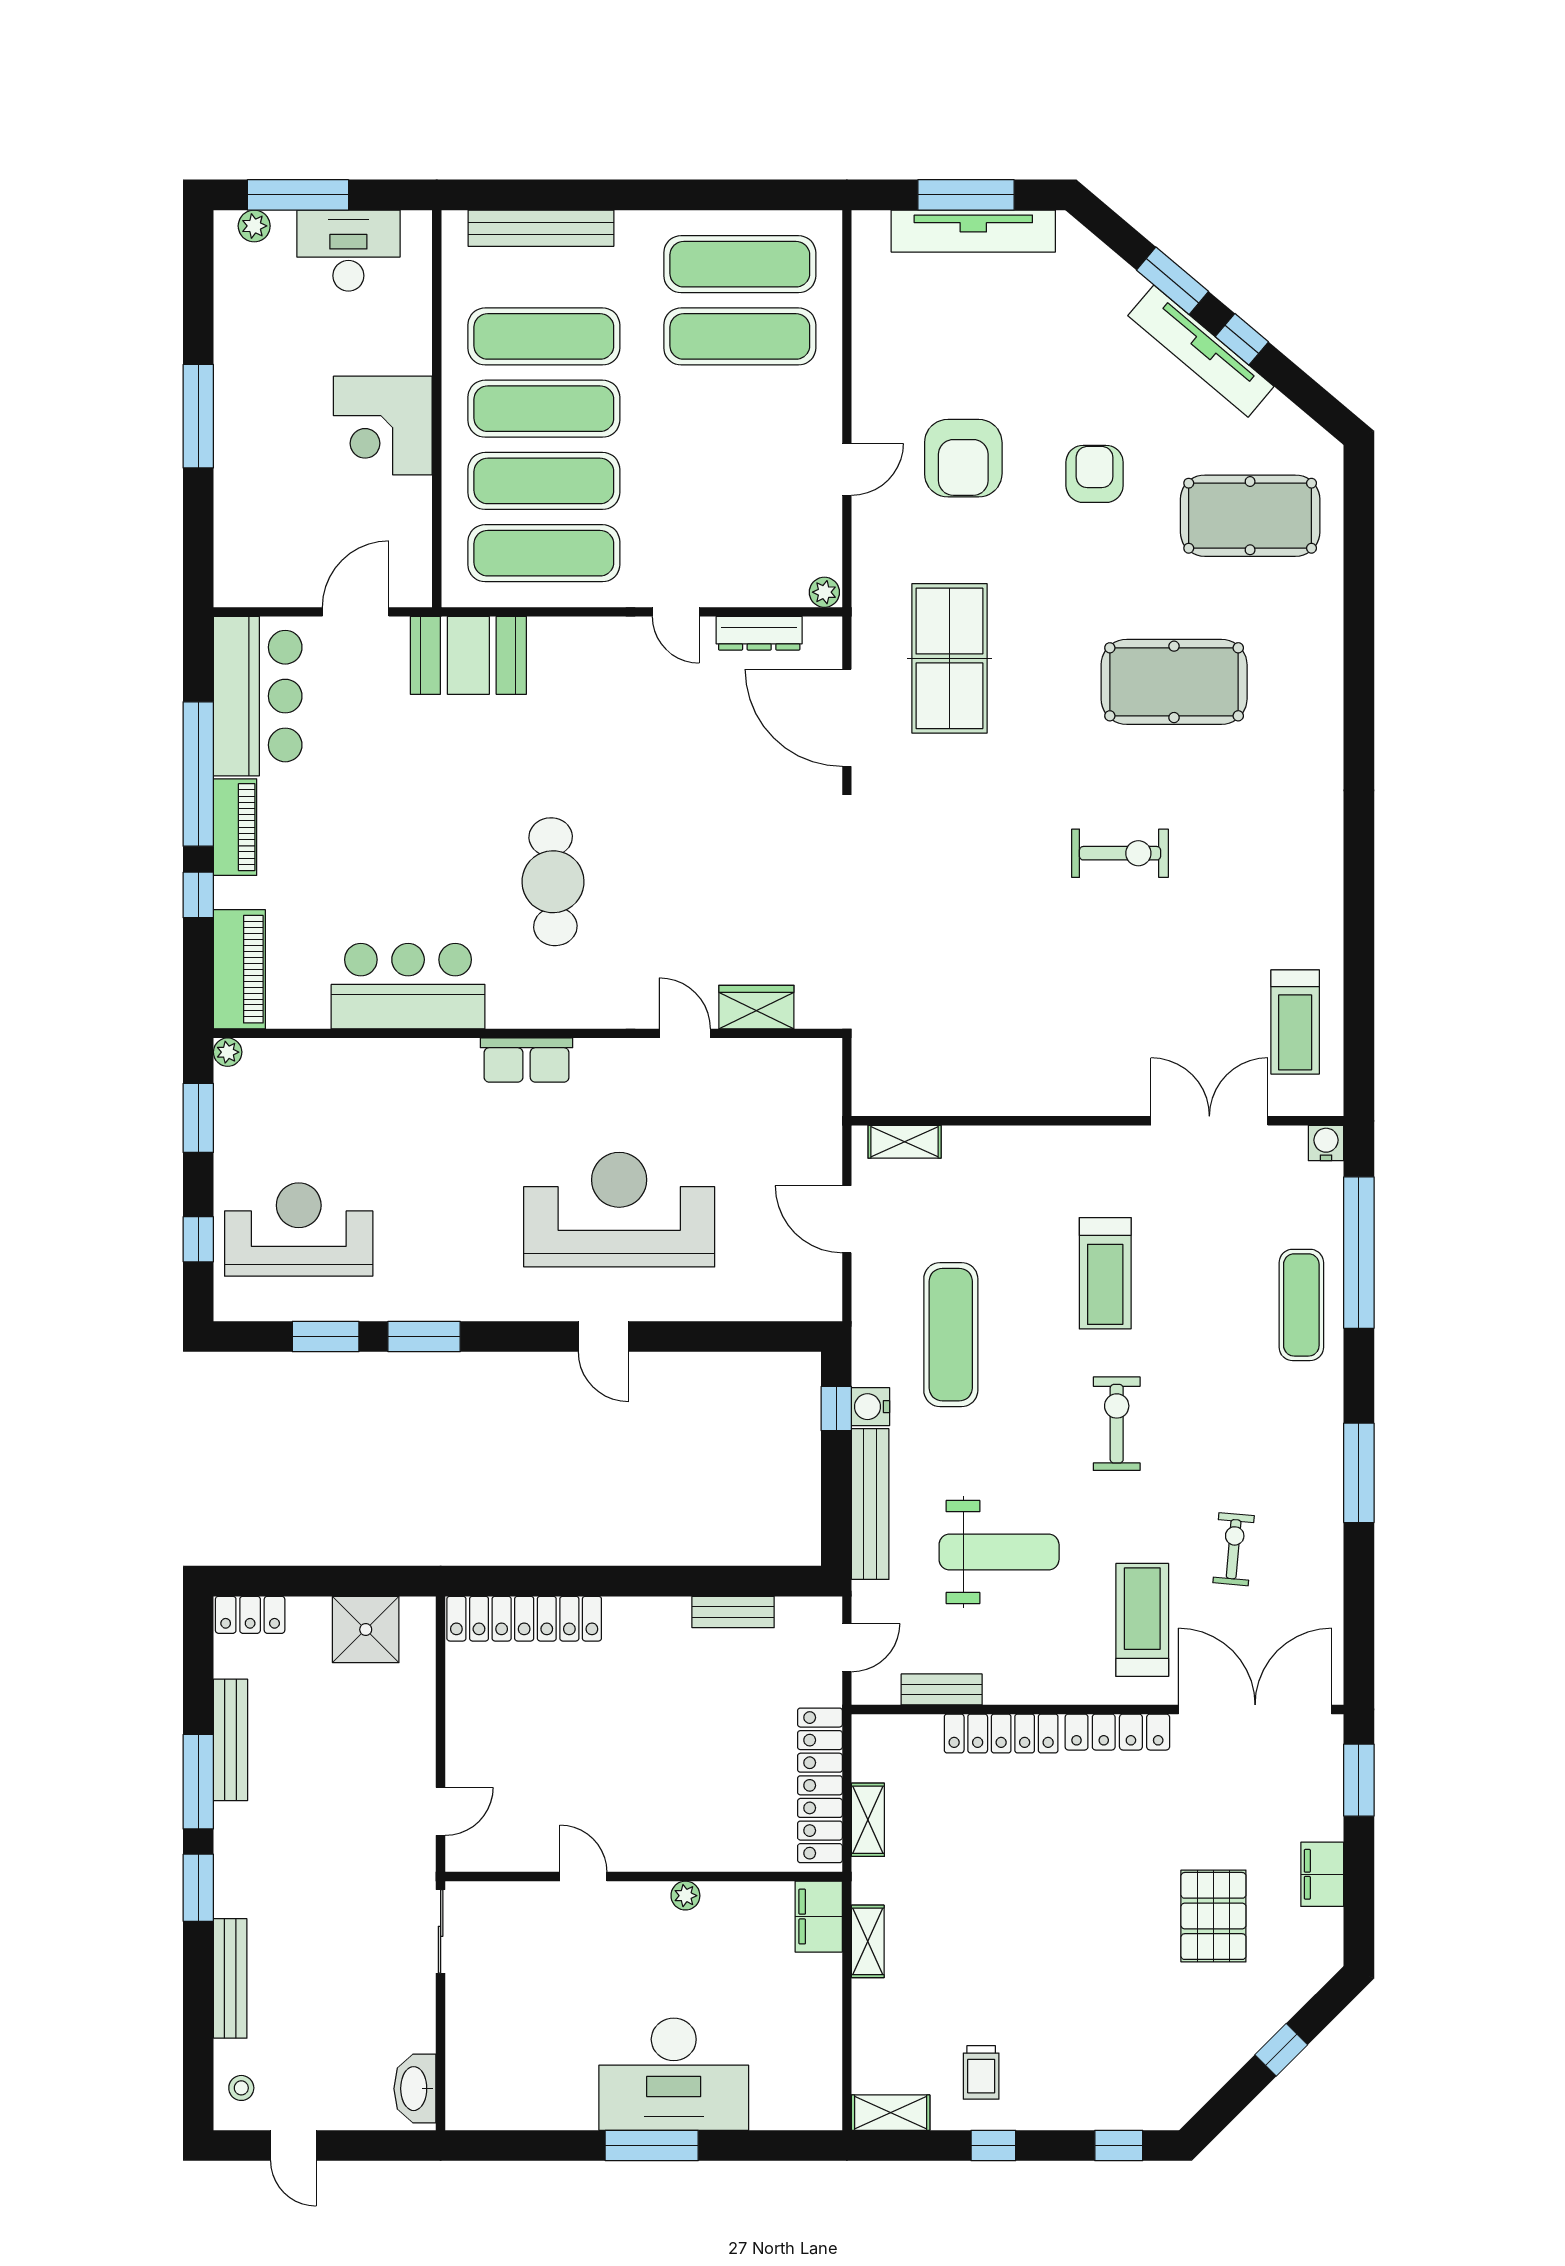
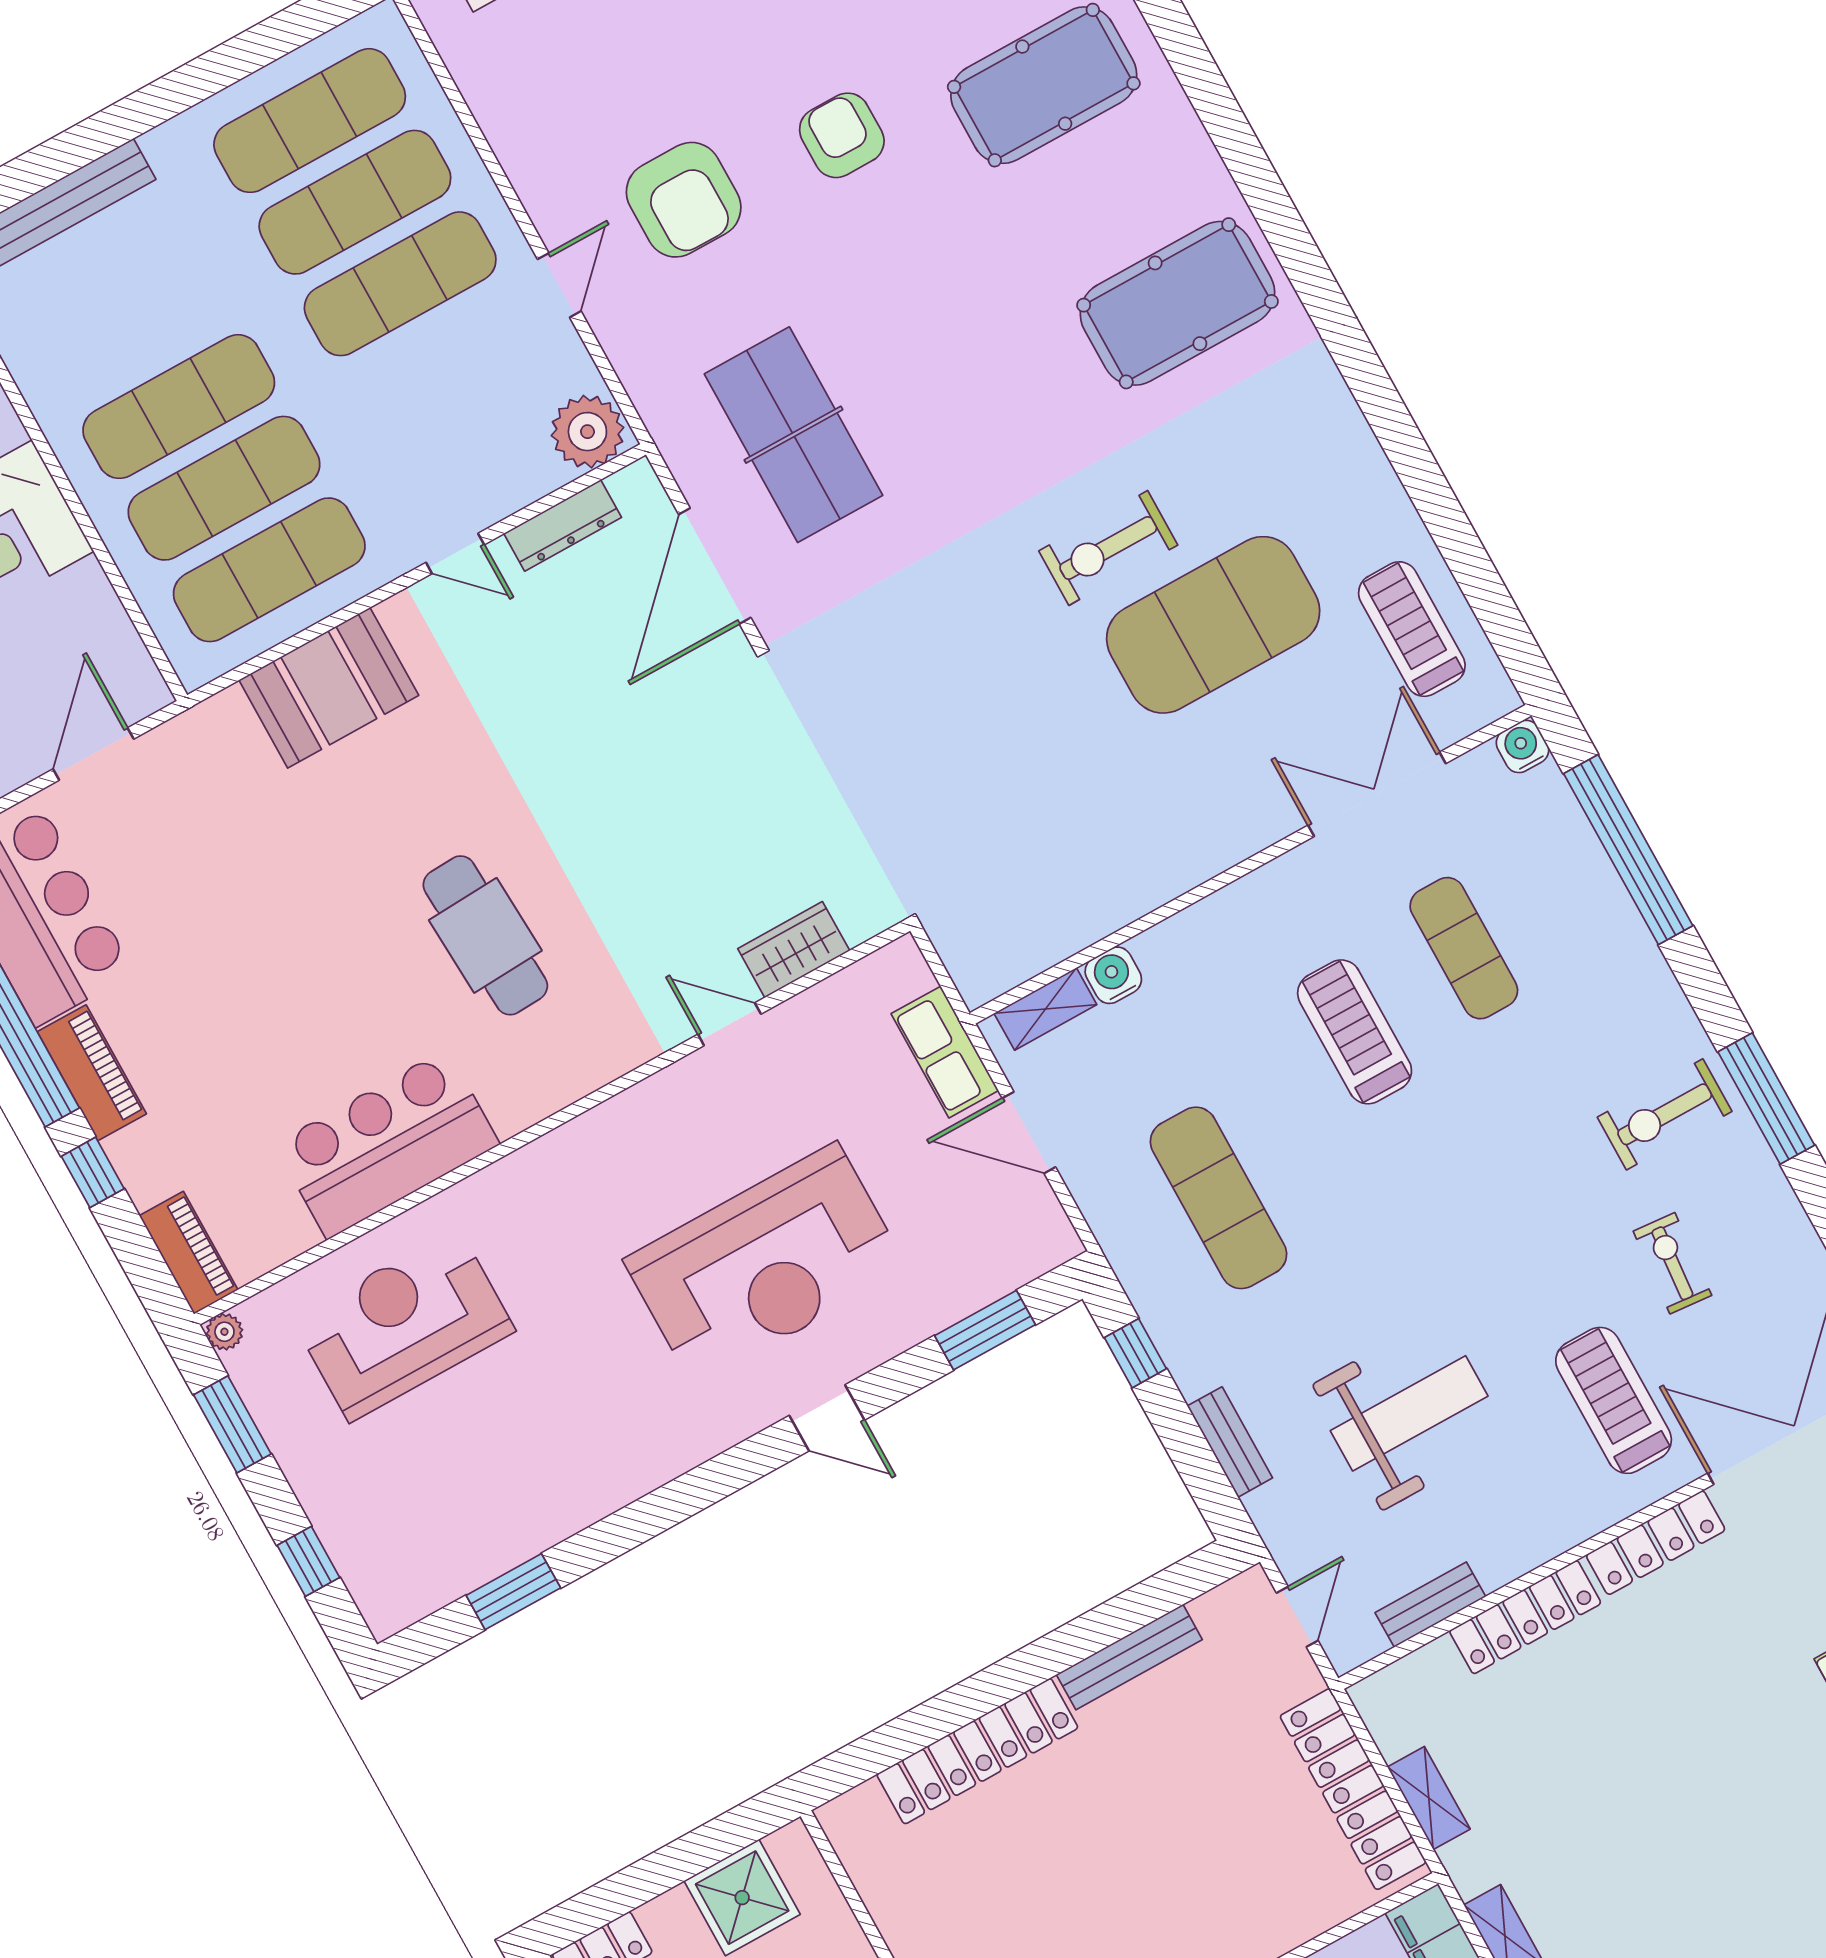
exercise mat: (544, 336) -> (400, 284), moved
plant: (824, 592) -> (587, 432), width x1.87, depth x1.87
booth: (468, 655) -> (329, 688), moved
pool table: (1174, 682) -> (1177, 303), moved
door: (847, 718) -> (715, 566), hinge flipped
exercise bike: (1120, 853) -> (1108, 548), turned 180
exercise mat: (1162, 945) -> (1213, 625), added
piano: (239, 969) -> (189, 1253), width x0.73, depth x0.75
treadmill: (1295, 1022) -> (1412, 629), turned 180
row of seats: (527, 1060) -> (945, 1052), moved, turned 90
reception desk: (619, 1210) -> (766, 1264), turned 180
reception desk: (299, 1230) -> (404, 1325), moved
treadmill: (1105, 1273) -> (1355, 1032), turned 180
exercise mat: (1301, 1305) -> (1464, 948), moved
window: (424, 1336) -> (985, 1330), moved
water cooler: (871, 1407) -> (1113, 975), moved, turned 90
exercise bike: (1117, 1424) -> (1665, 1114), moved, turned -90
bench: (870, 1504) -> (1230, 1442), width x0.54, depth x0.82
bench: (733, 1612) -> (1129, 1657), width x1.36
locker: (524, 1619) -> (977, 1751), moved

